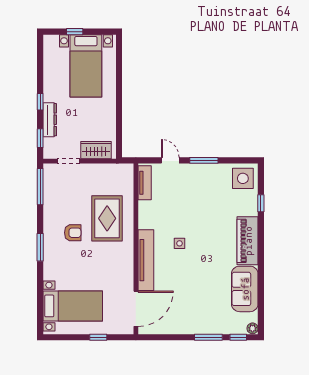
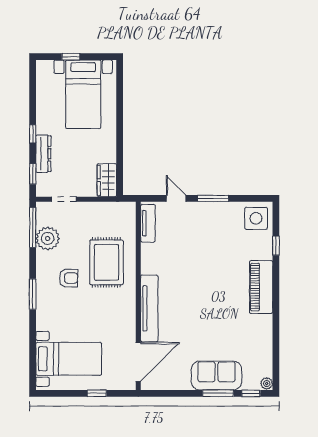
wardrobe: (96, 150) -> (107, 180), moved, turned -90
plant: (54, 197) -> (48, 238), added
side table: (180, 243) -> (186, 290), removed
sofa: (245, 289) -> (217, 376), moved, turned 90

